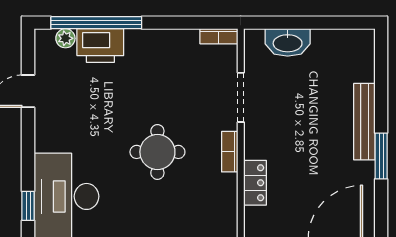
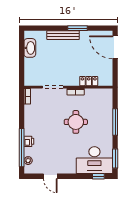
washbasin: (288, 42) -> (30, 48), moved
printer: (100, 46) -> (29, 141), width x0.53, depth x0.68

